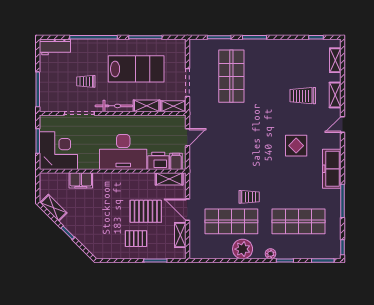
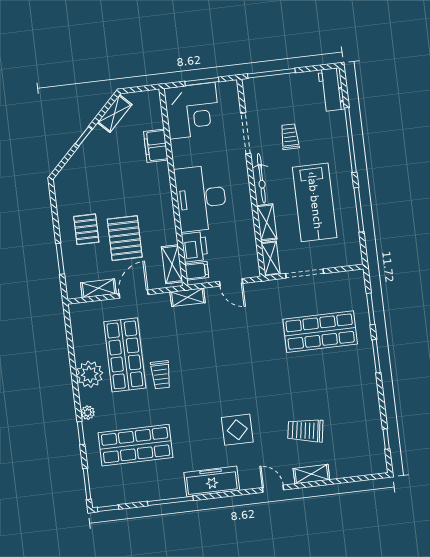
shelving: (335, 60) -> (188, 297), moved
trolley: (303, 96) -> (305, 431), turned -81
shop shelf: (299, 221) -> (136, 445), turned 90

